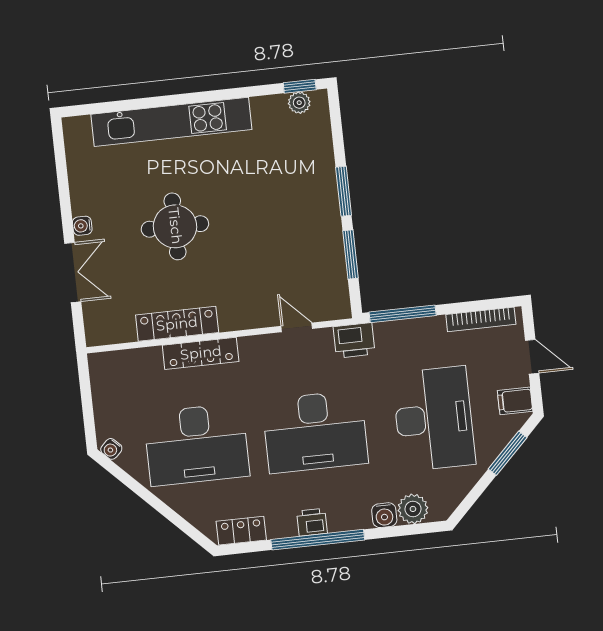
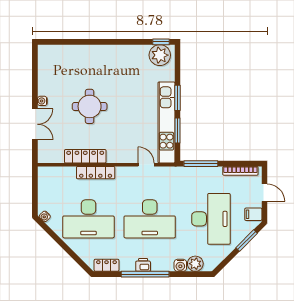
plant: (299, 103) -> (160, 55), width x1.88, depth x1.88
kitchen unit: (171, 122) -> (166, 122), moved, turned 90
printer: (354, 340) -> (175, 174), removed

